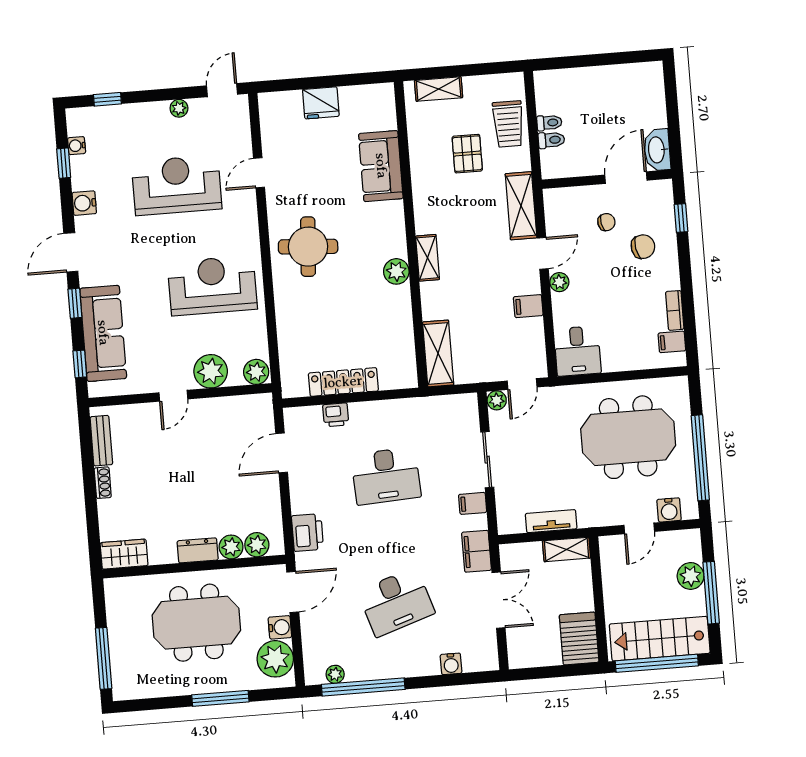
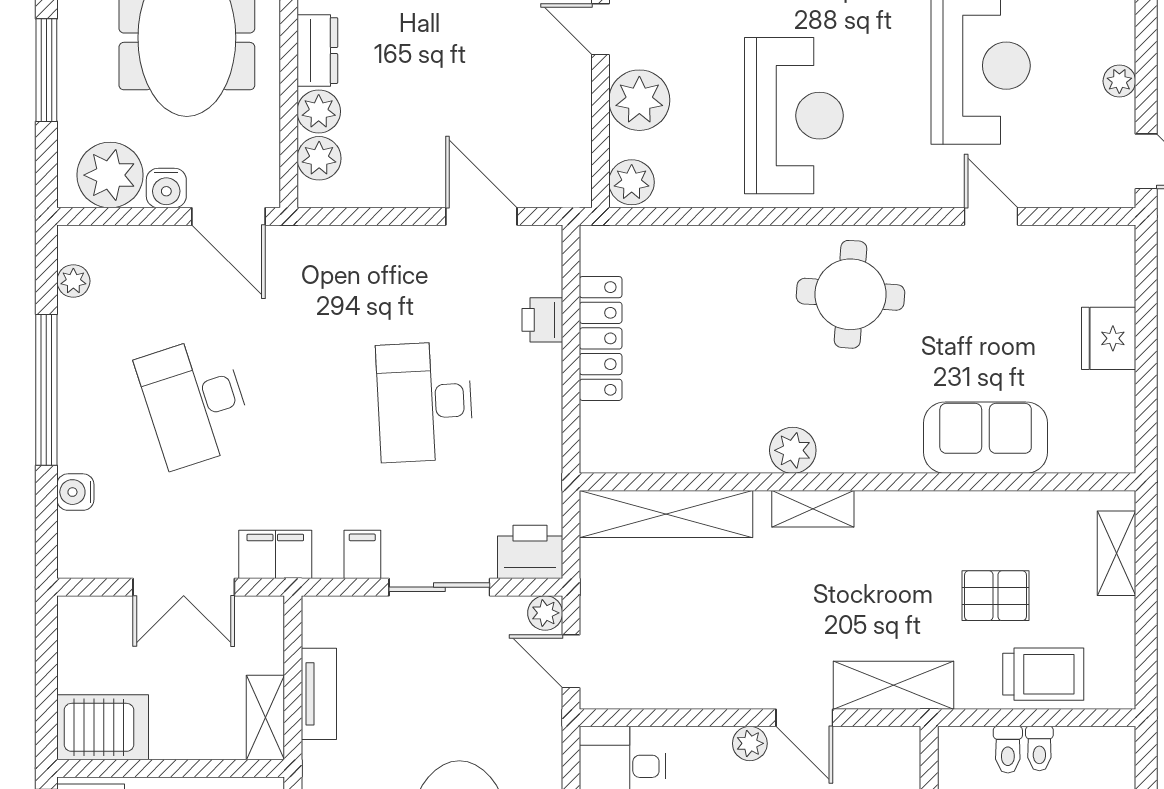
trolley: (508, 124) -> (1043, 674), turned 180
filing cabinet: (528, 306) -> (711, 684), removed
shelving: (438, 353) -> (666, 514), width x1.47
printer: (307, 533) -> (530, 552), moved, turned 180
window: (363, 687) -> (46, 390), moved

